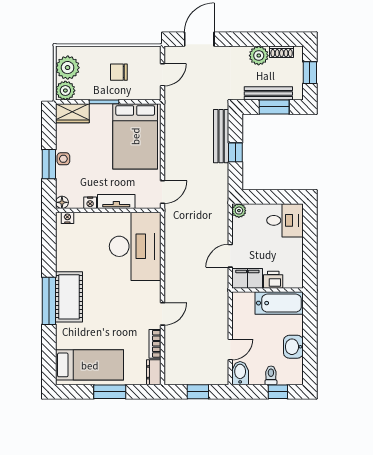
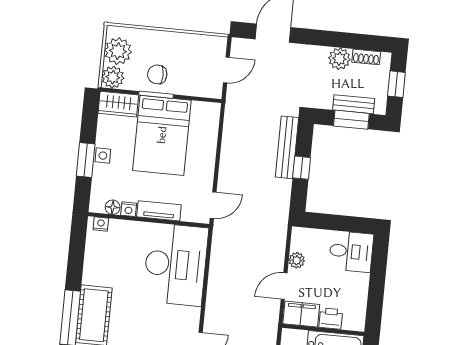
chair: (119, 72) -> (157, 74), moved
bench: (268, 93) -> (354, 104), width x0.73
bed: (135, 136) -> (162, 135), moved
floor lamp: (62, 202) -> (113, 207), moved
plant: (239, 211) -> (297, 260), moved

